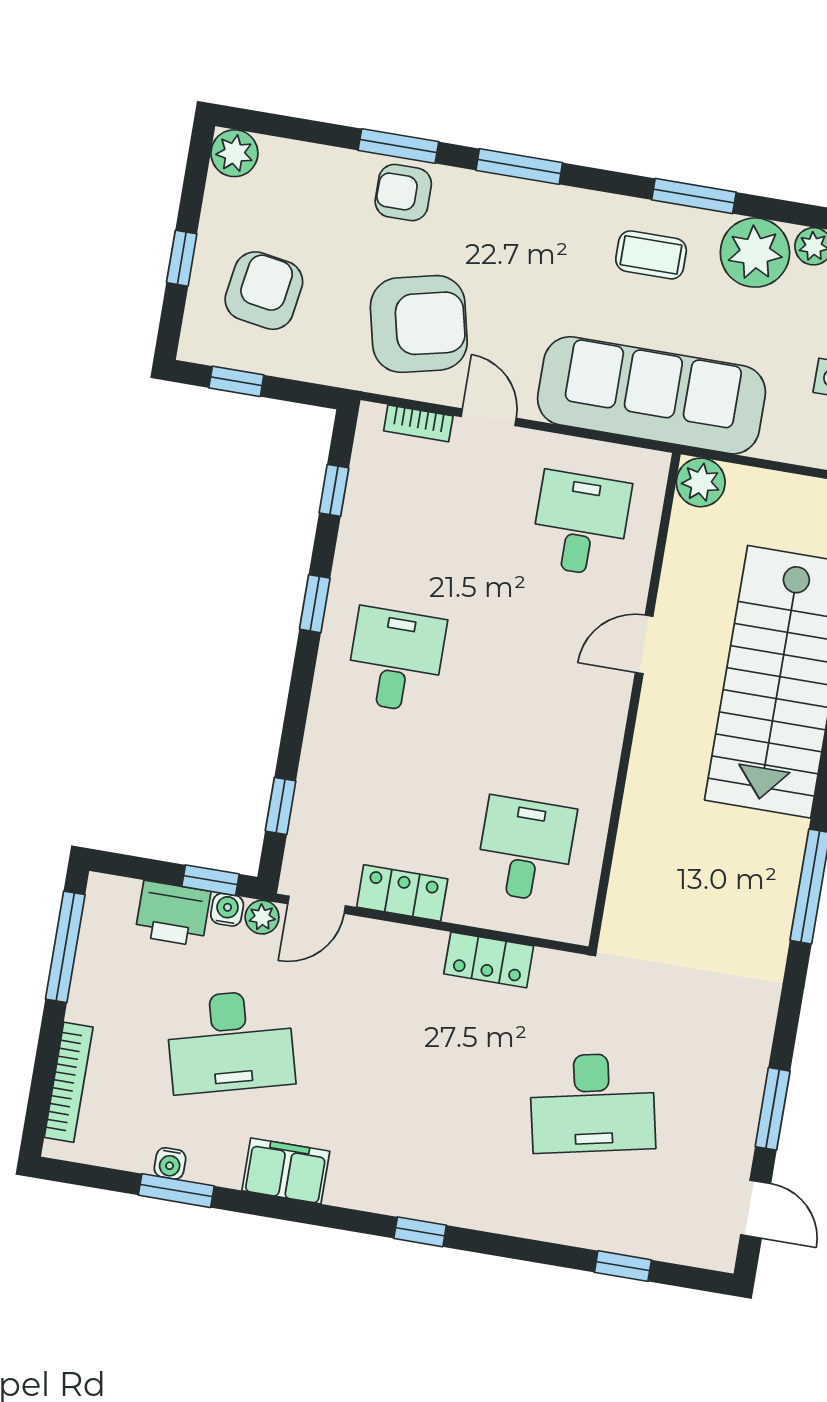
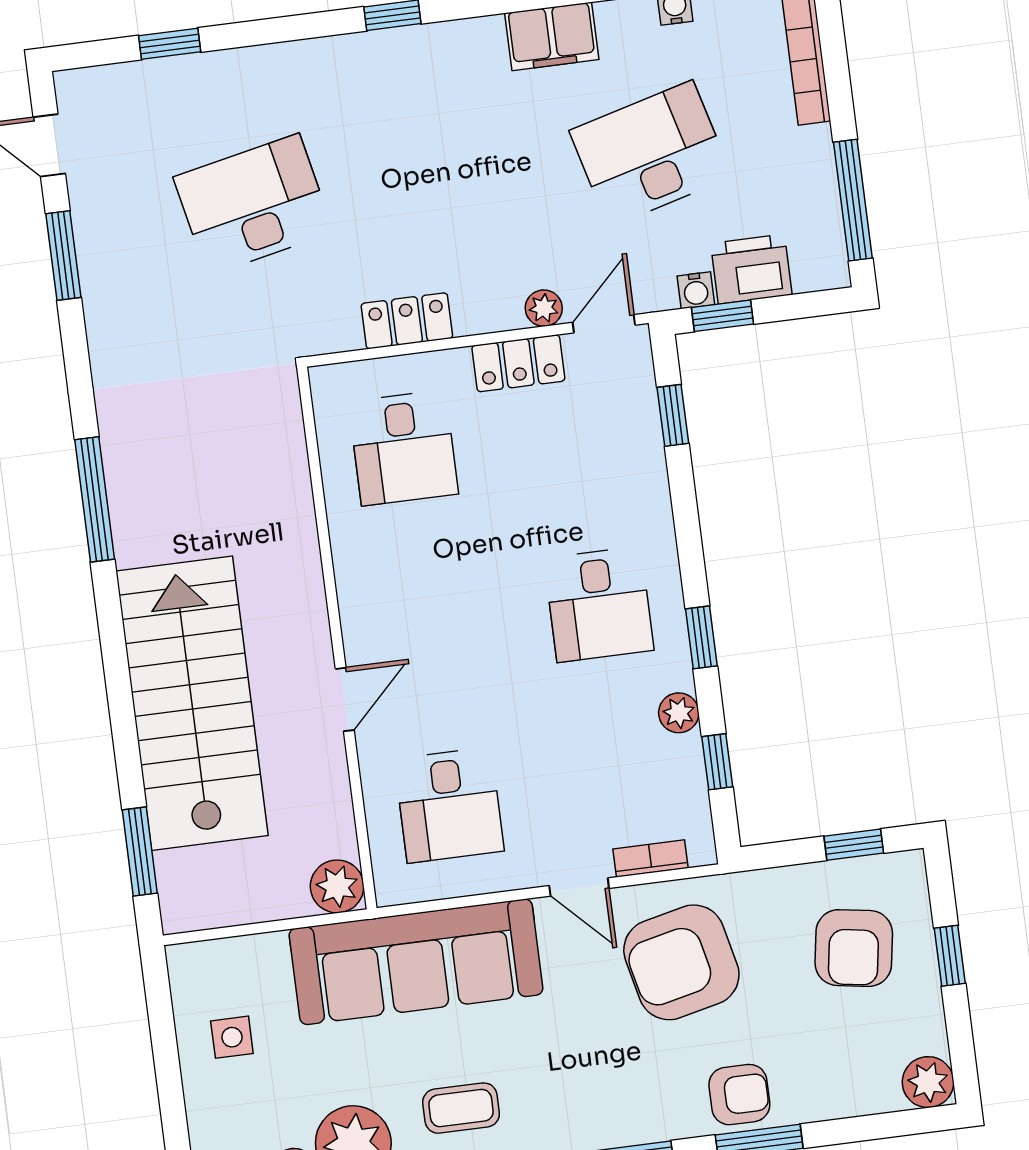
plant: (355, 544) -> (679, 713), added
plant: (262, 917) -> (544, 308), moved

